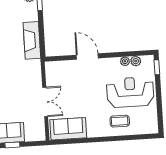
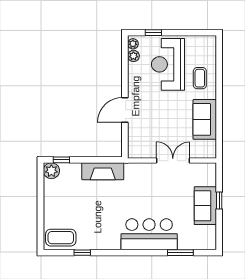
plant: (125, 61) -> (133, 44), moved
window: (157, 67) -> (153, 33), moved
sofa: (68, 129) -> (205, 119), moved

